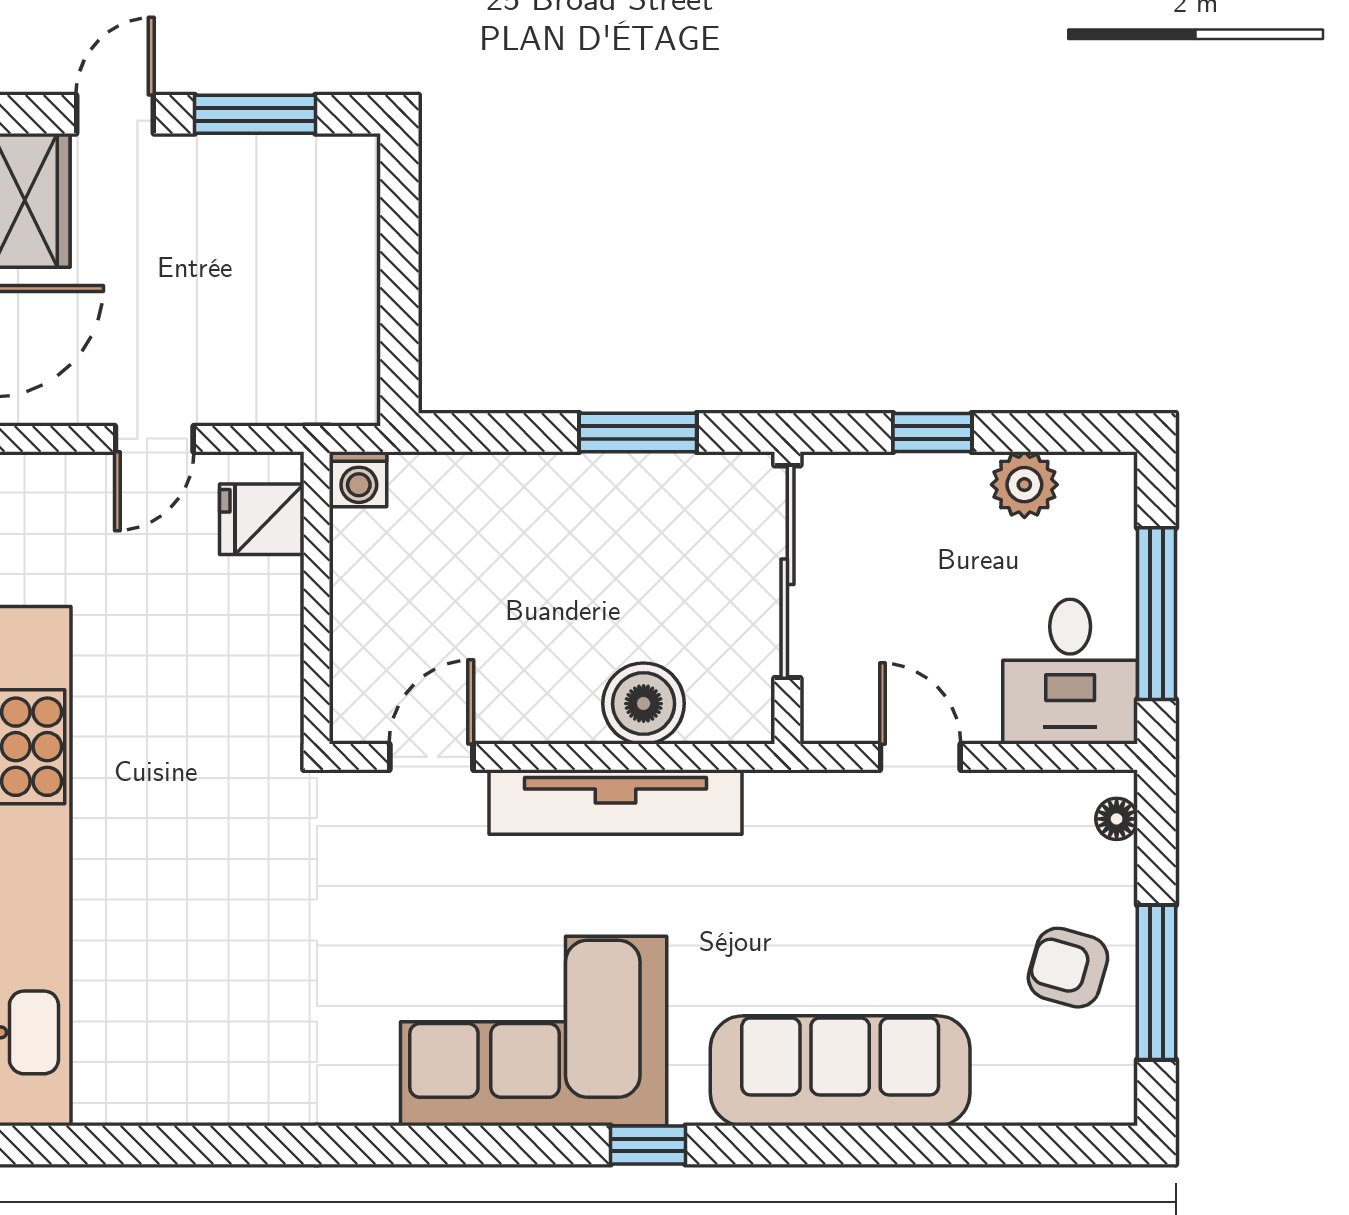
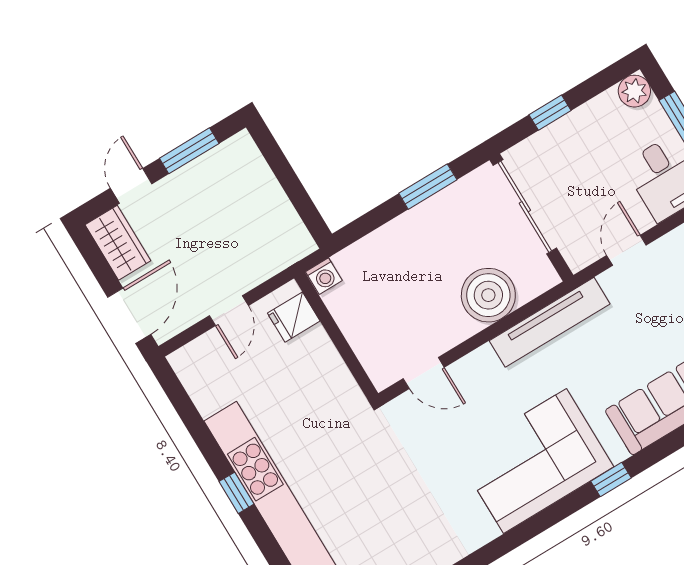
plant: (1024, 485) -> (634, 91), moved
boiler: (644, 704) -> (488, 295), width x1.37, depth x1.37
door: (431, 757) -> (424, 373), swing flipped
door: (920, 757) -> (626, 250), hinge flipped
tv unit: (615, 802) -> (550, 322), moved

